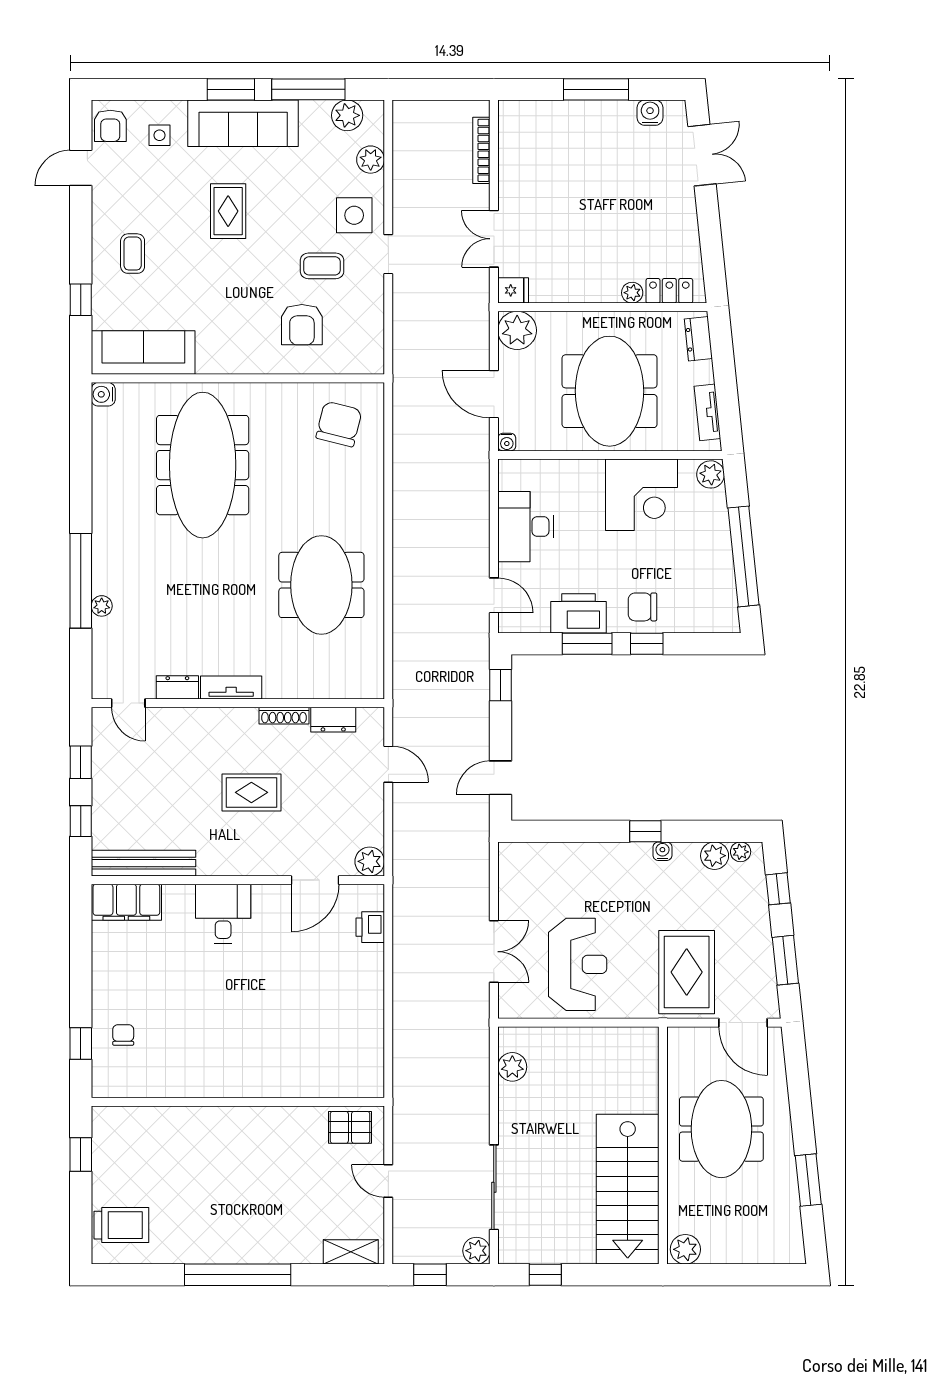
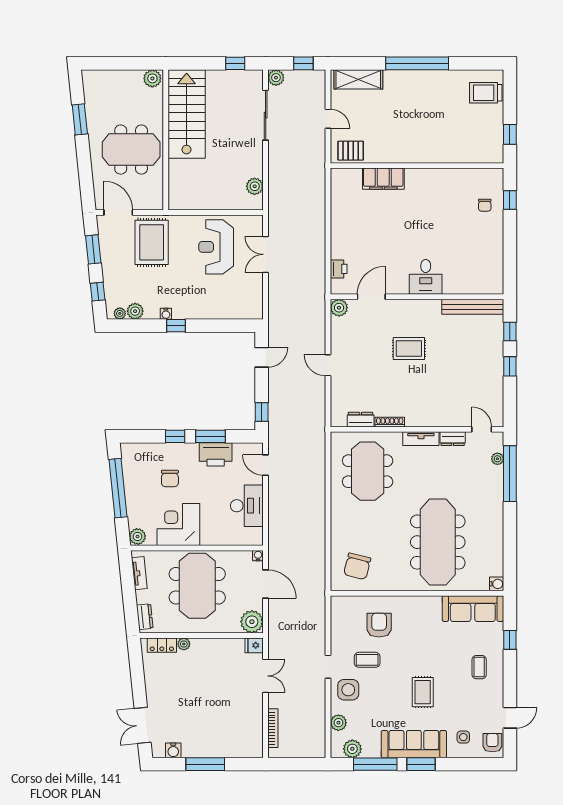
chair: (642, 607) -> (170, 478), moved, turned 90
dresser: (177, 687) -> (453, 439), moved
tv unit: (231, 688) -> (421, 439), moved
door: (128, 703) -> (482, 429), moved
wall: (238, 703) -> (417, 429), moved
shoe rack: (284, 716) -> (390, 422), moved
dresser: (333, 720) -> (361, 420), moved
filing cabinet: (126, 902) -> (383, 179), moved, turned 180
meeting table: (721, 1129) -> (131, 150), turned 90
shelving: (351, 1252) -> (358, 79), width x1.50, depth x1.33

